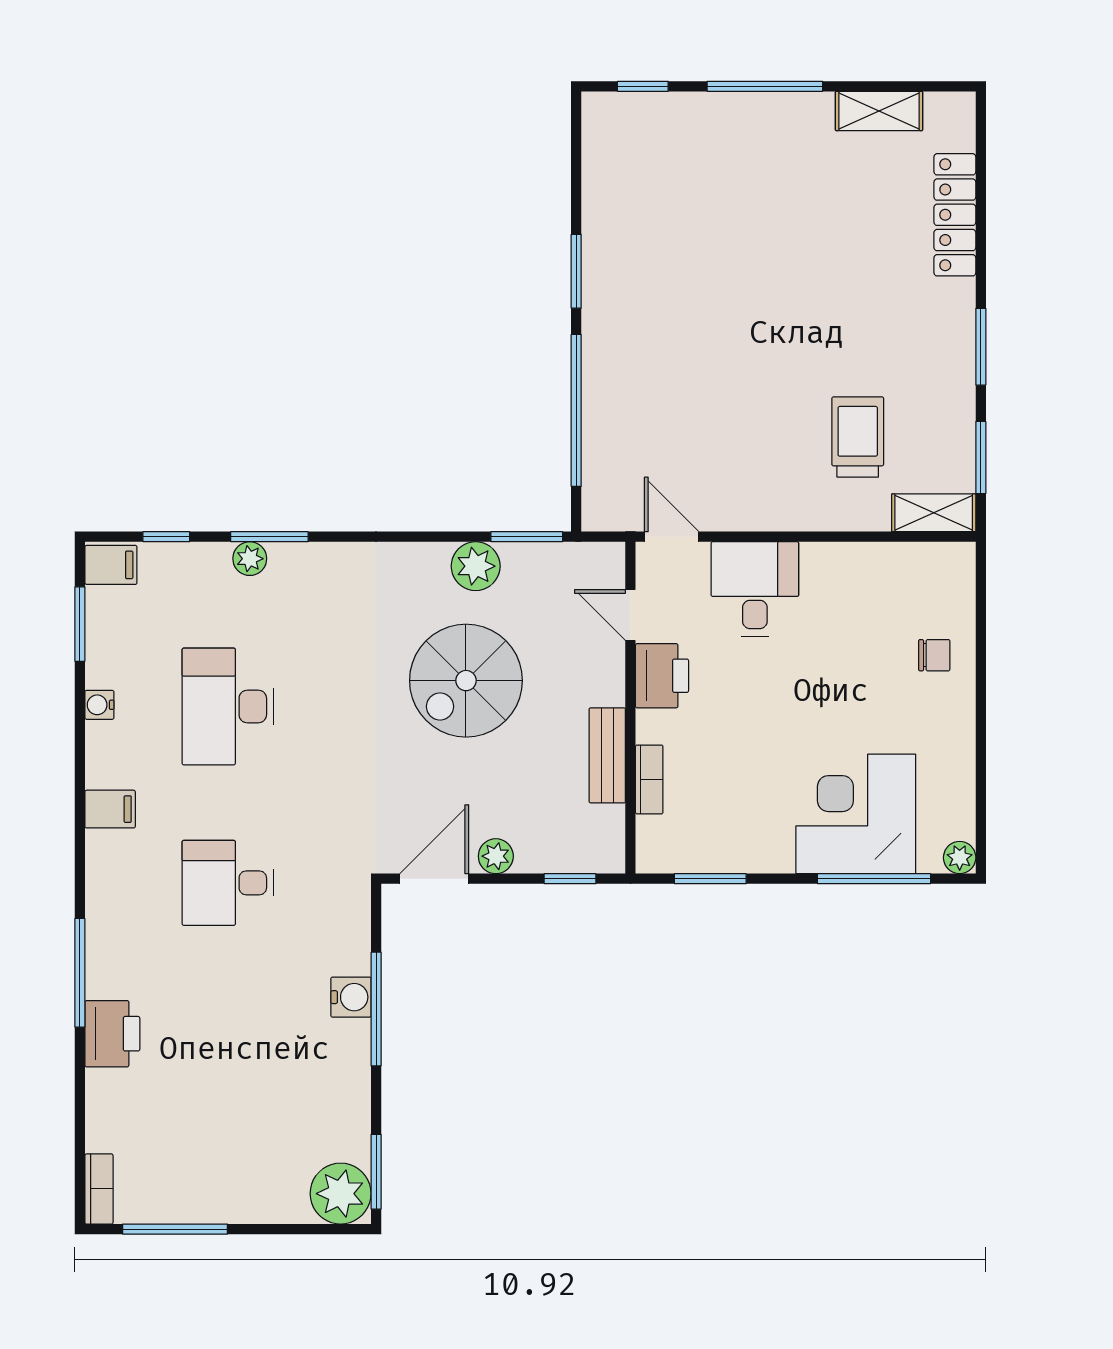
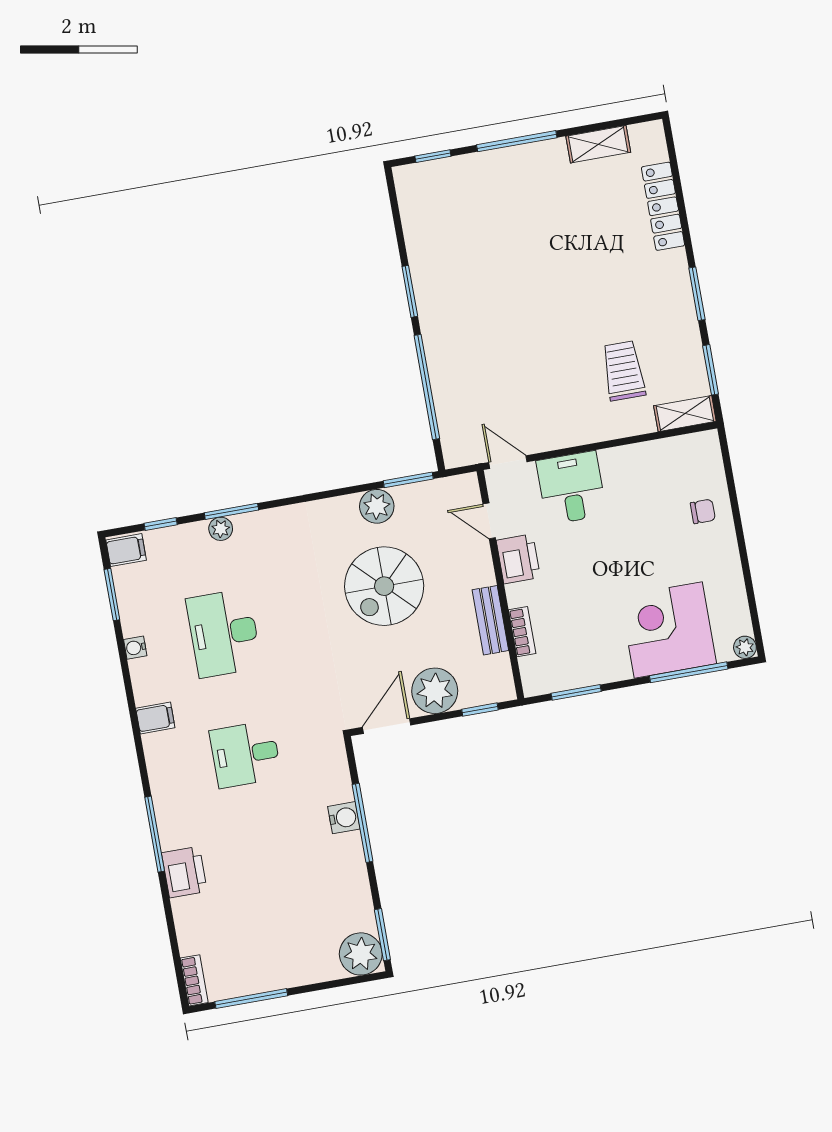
plant: (496, 856) -> (435, 691), width x1.88, depth x1.88

